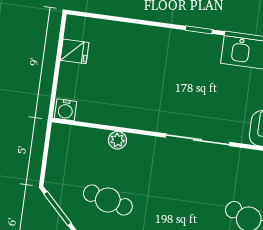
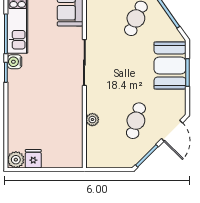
plant: (77, 27) -> (16, 160), added
water cooler: (66, 110) -> (15, 62), moved, turned 180

